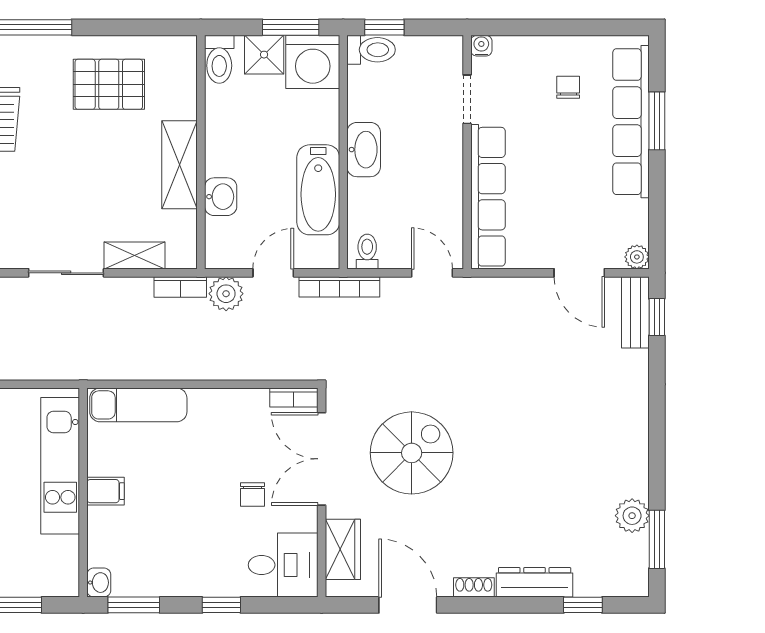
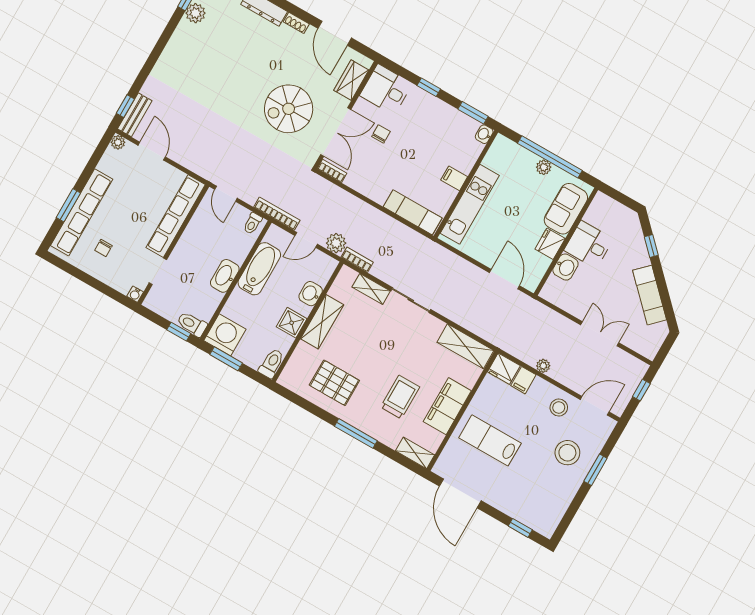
shower: (264, 55) -> (292, 323), moved

